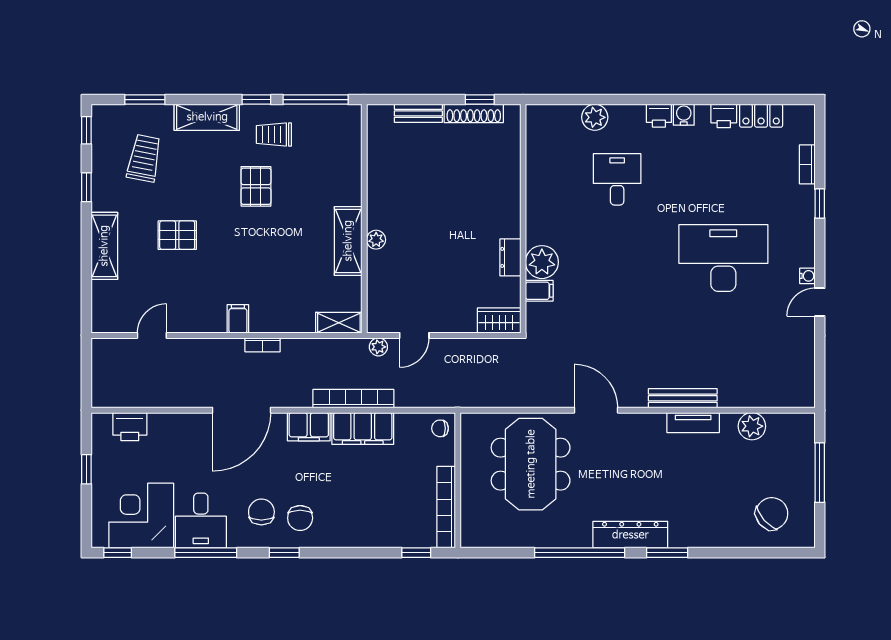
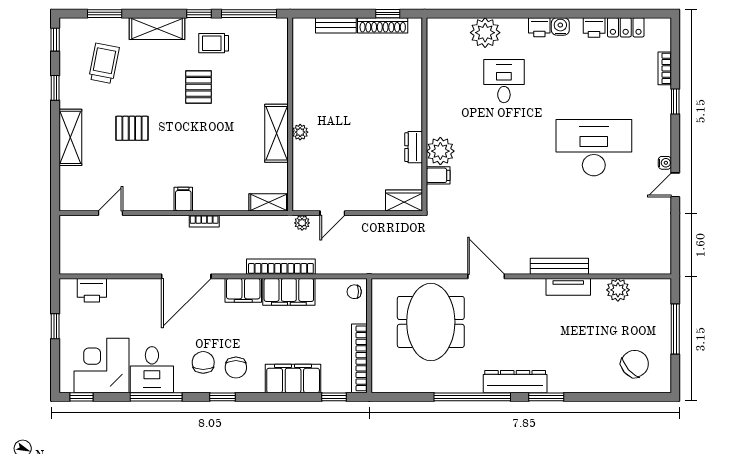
plant: (595, 117) -> (485, 33), width x1.36, depth x1.36
filing cabinet: (368, 531) -> (293, 378), added

